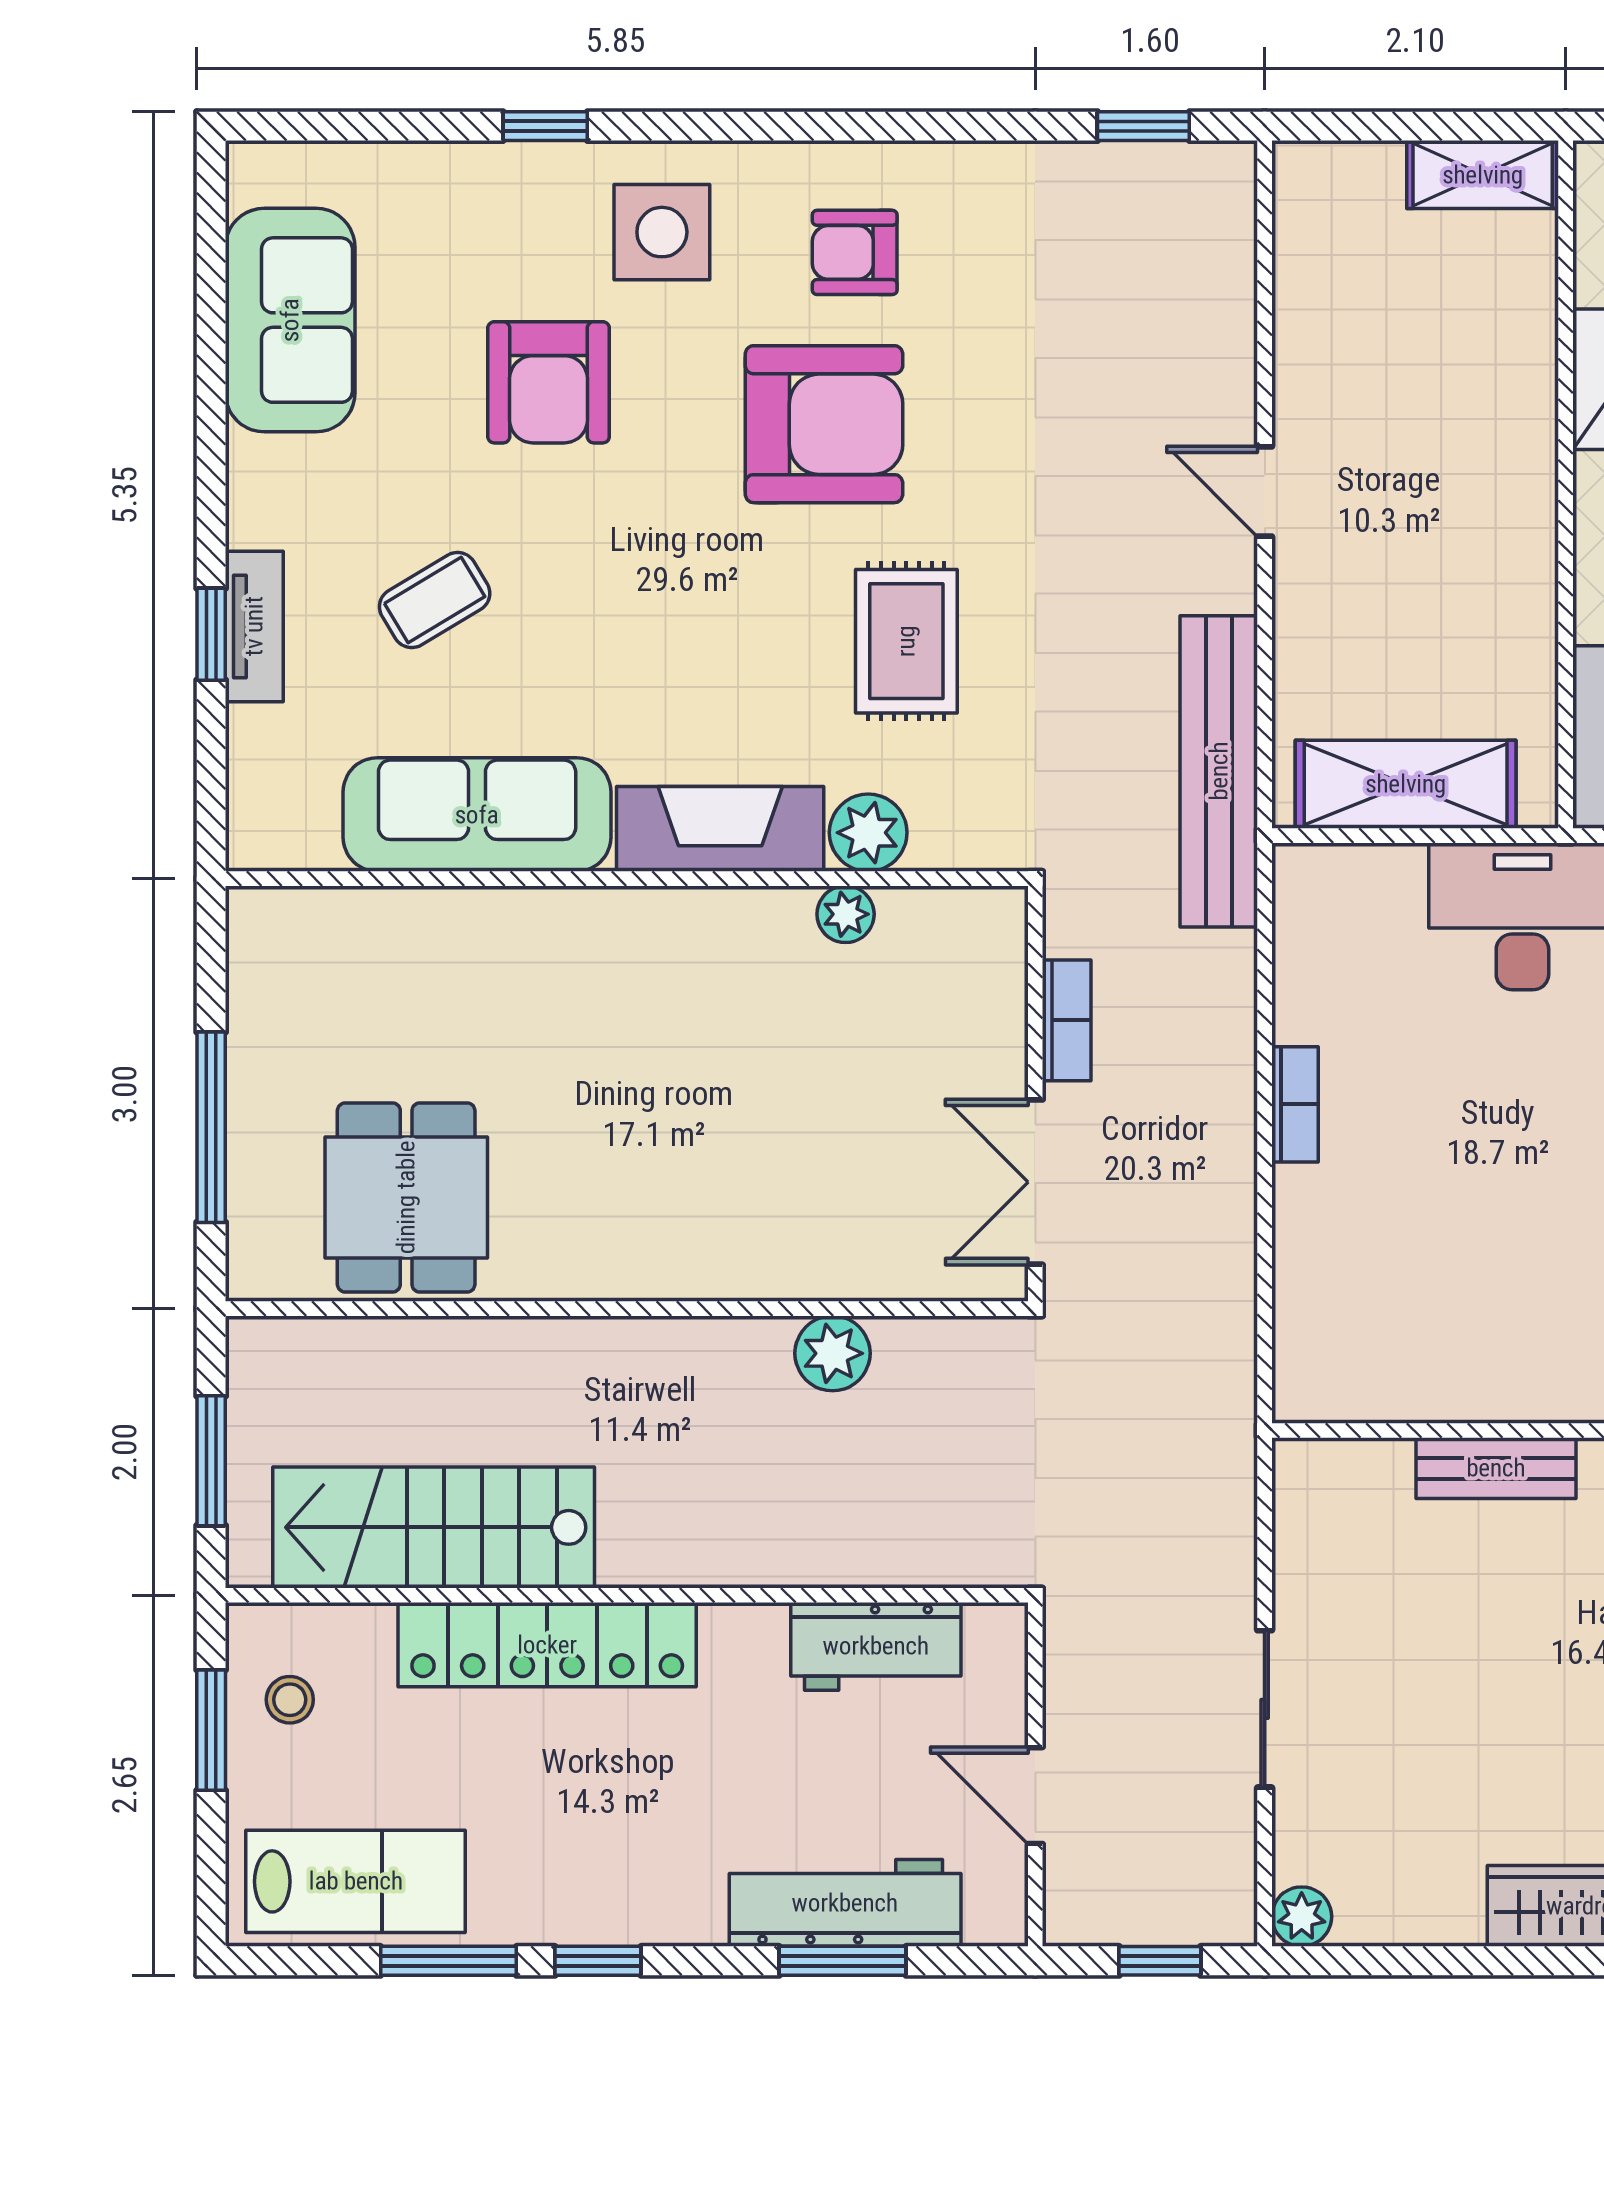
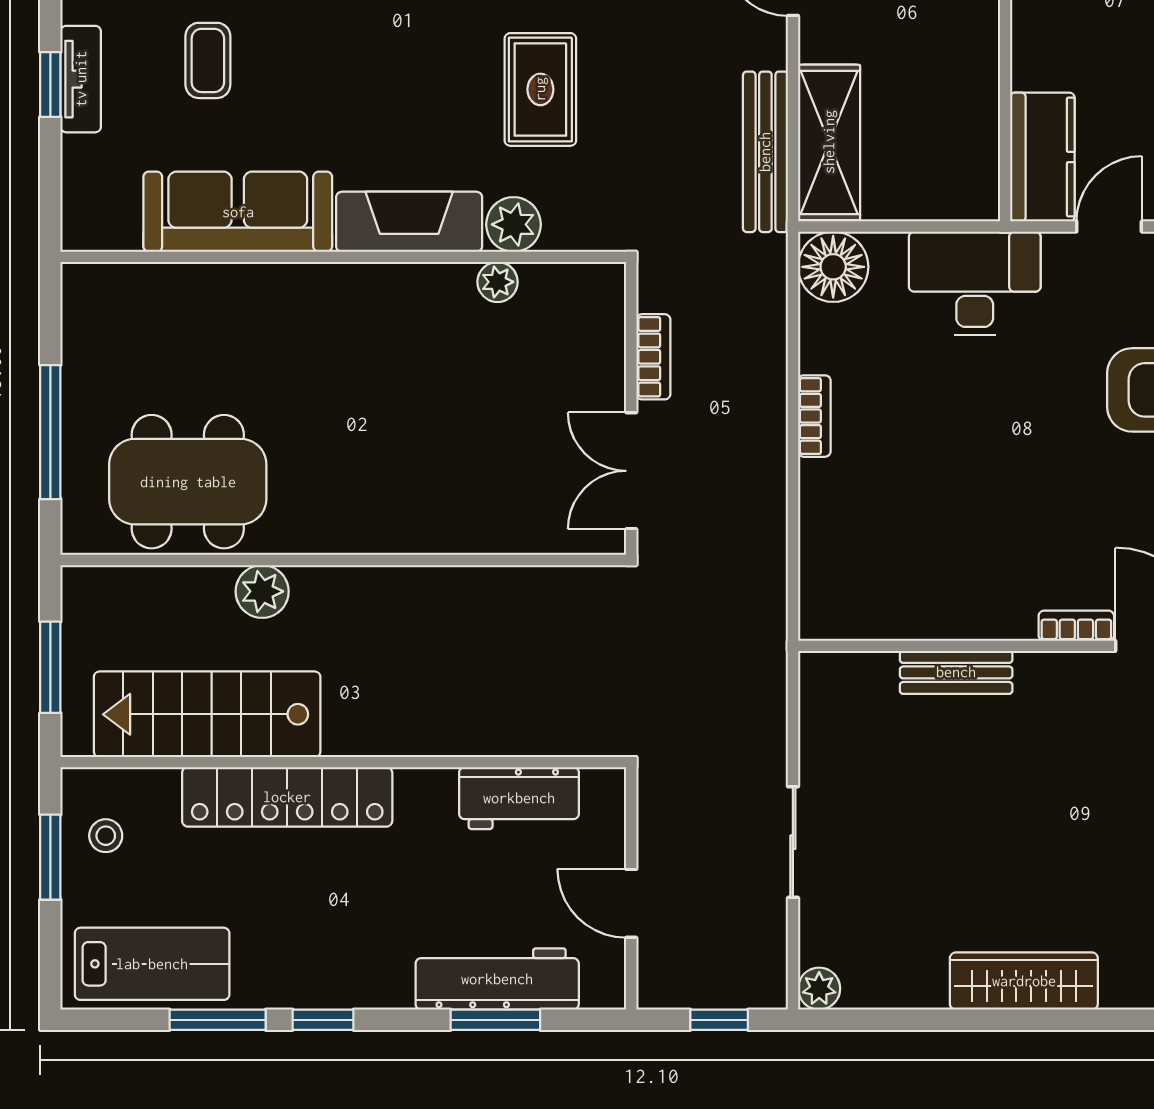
coffee table: (435, 600) -> (208, 60), turned -59
bench: (1219, 771) -> (765, 152), width x0.73, depth x0.82
shelving: (1406, 784) -> (829, 142), moved, turned 90
floor lamp: (1322, 893) -> (833, 267), added
dining table: (406, 1197) -> (188, 482), width x1.38
plant: (832, 1353) -> (262, 591), moved

